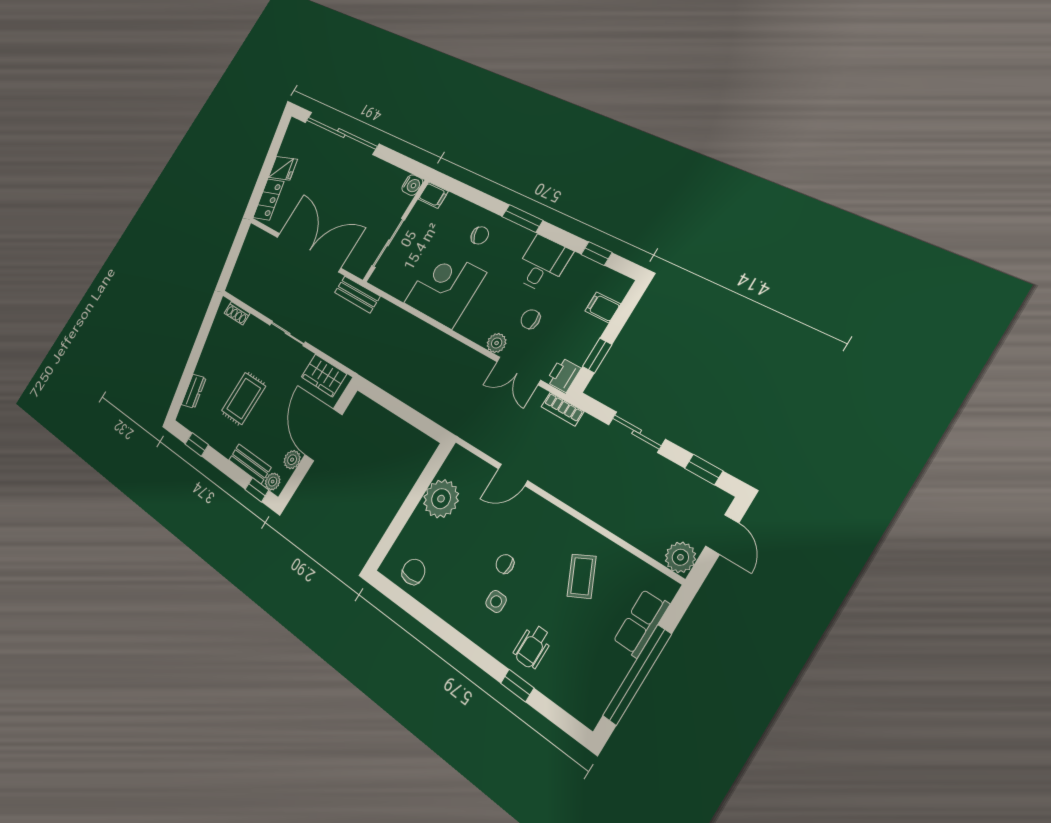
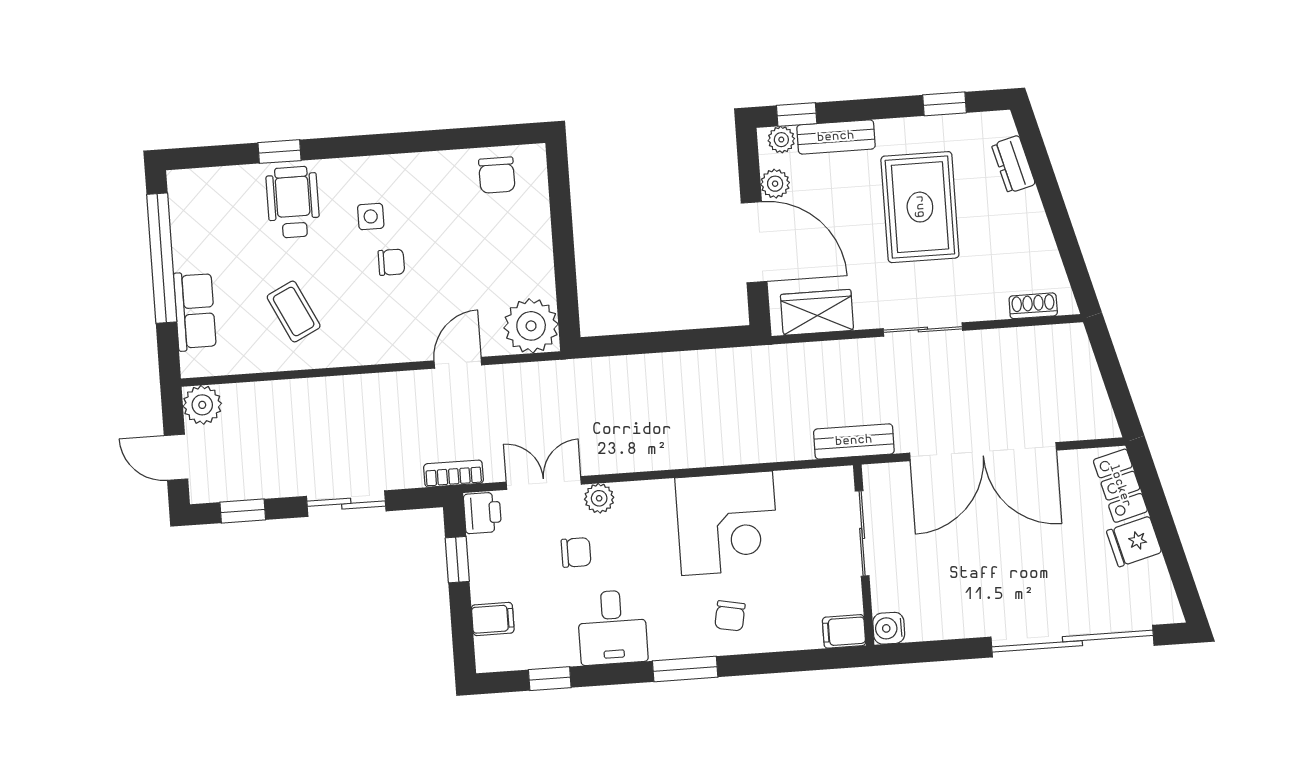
chair: (480, 235) -> (730, 616), turned -58
rug: (244, 398) -> (920, 207), width x1.36, depth x1.43
plant: (441, 499) -> (531, 326), moved
wheelchair: (533, 647) -> (293, 202), width x1.36, depth x1.37

